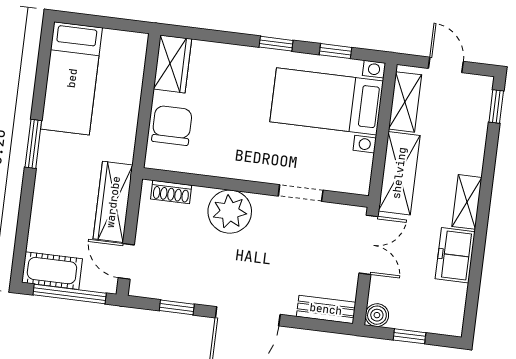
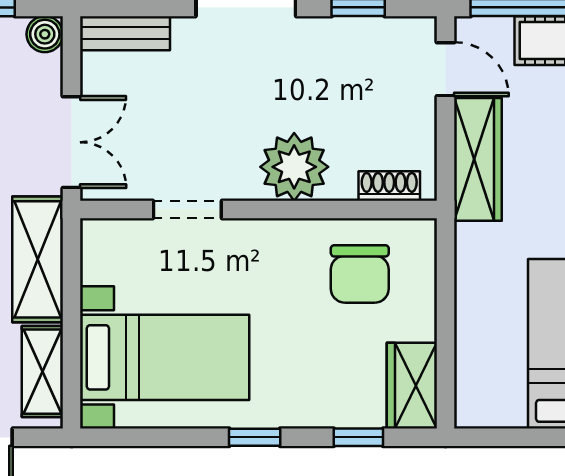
window: (335, 51) -> (358, 437), moved
chair: (172, 125) -> (360, 274), moved
double door: (369, 245) -> (72, 142), swing flipped

